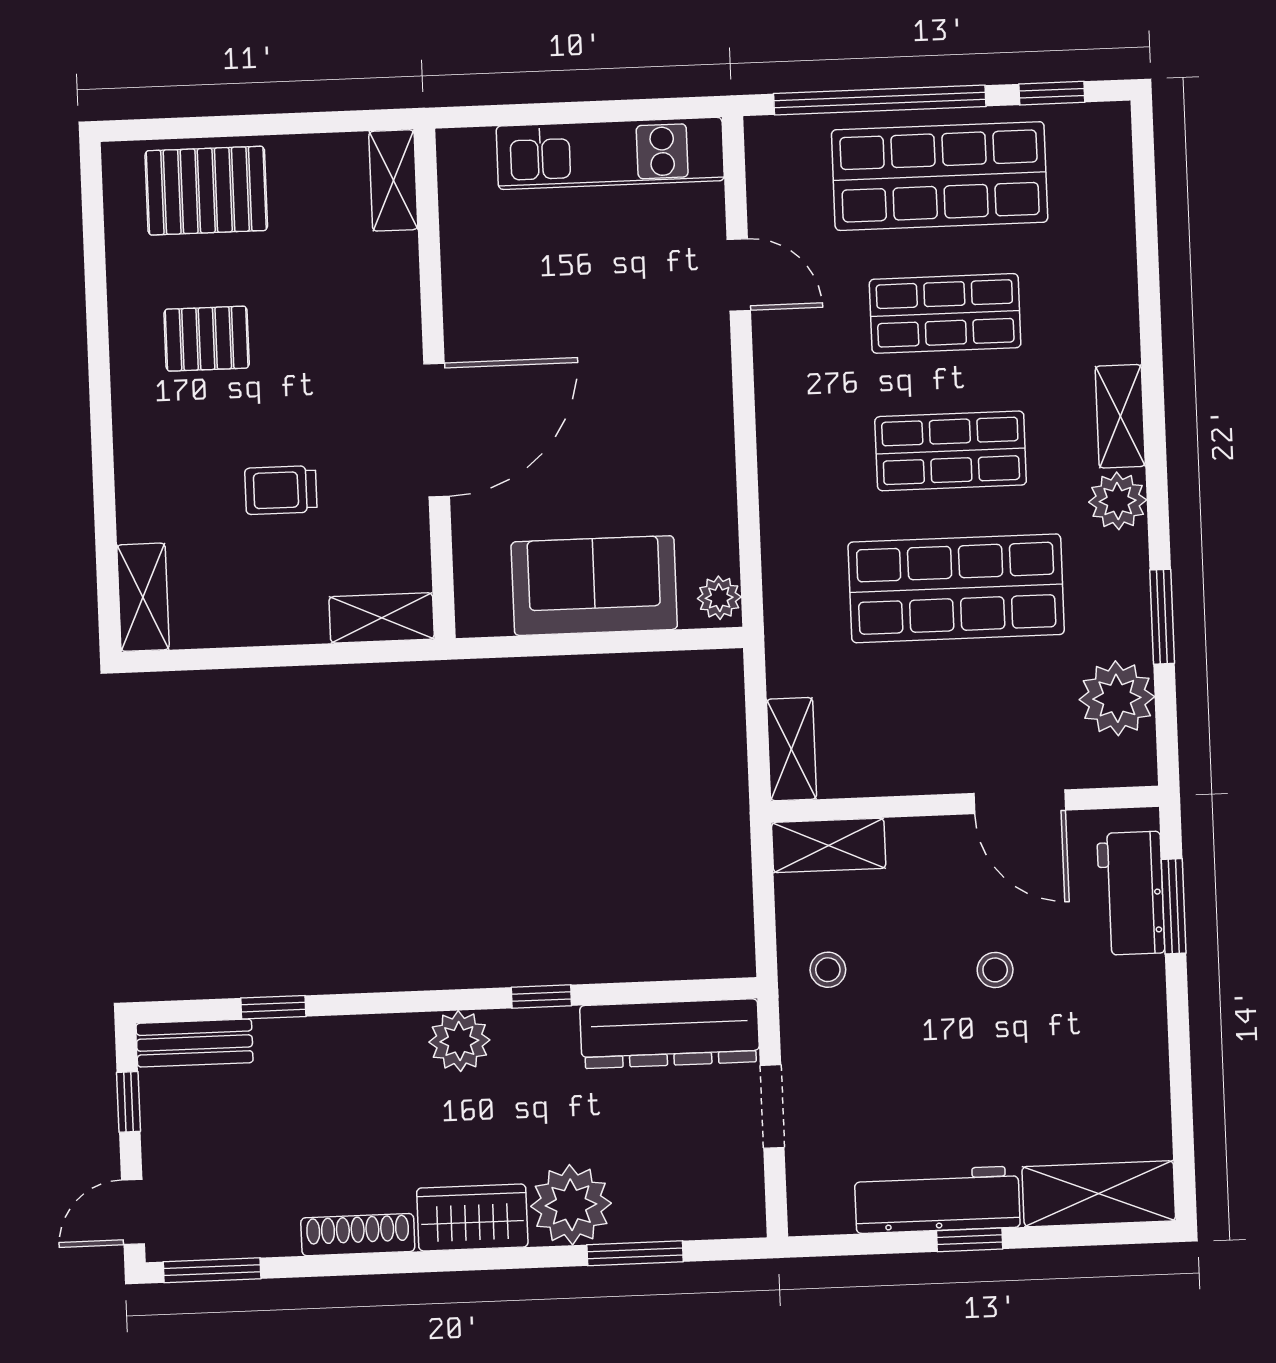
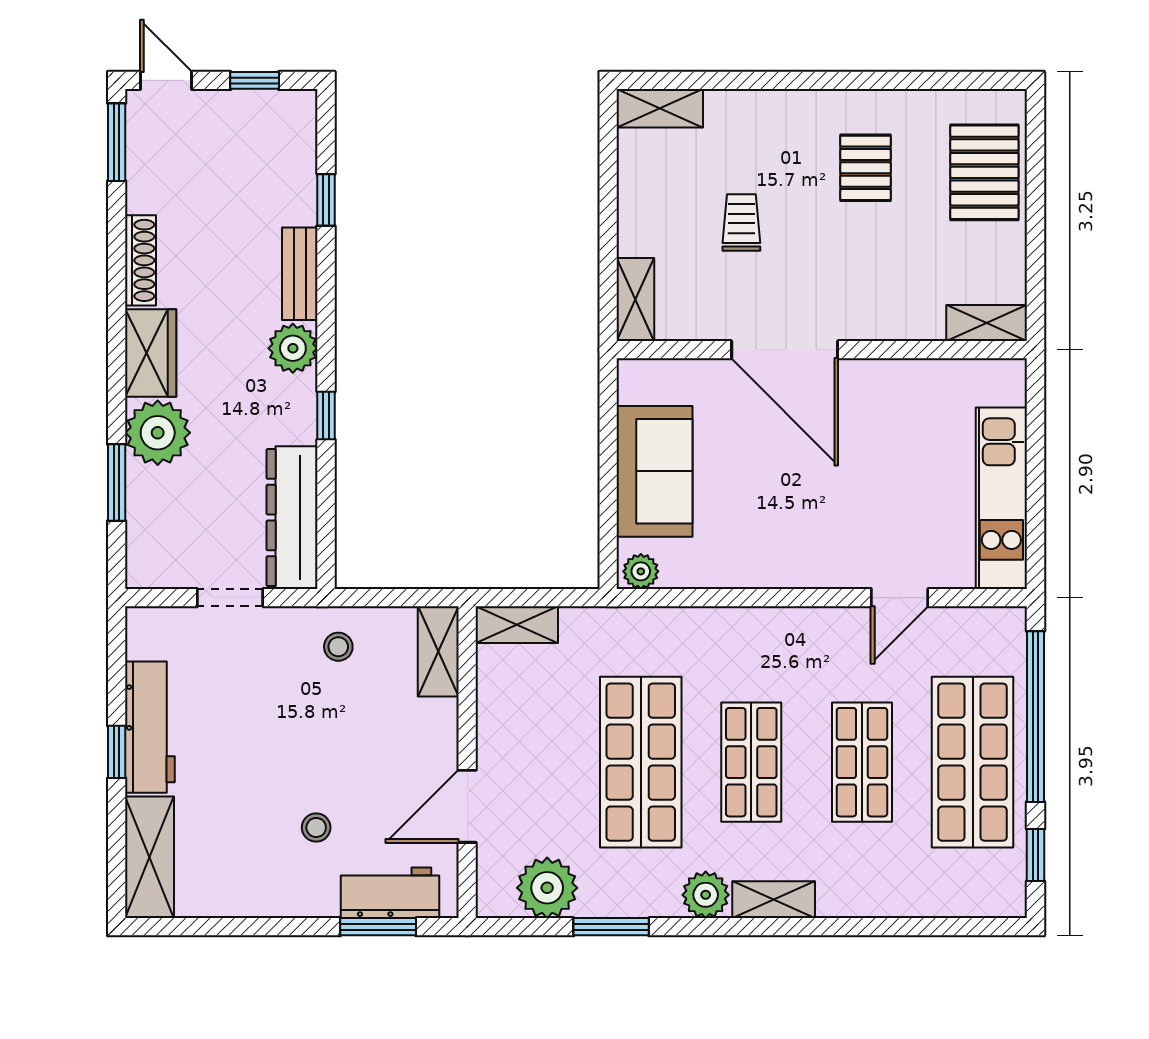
stool: (995, 970) -> (316, 828), moved
bench: (195, 1043) -> (300, 274), moved

